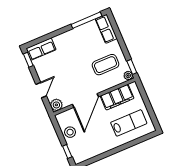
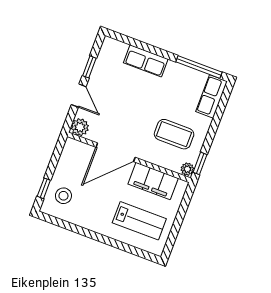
row of seats: (41, 49) -> (146, 61), moved
window: (28, 60) -> (89, 67), moved
door: (41, 90) -> (79, 96), hinge flipped
stool: (70, 132) -> (63, 196), moved

